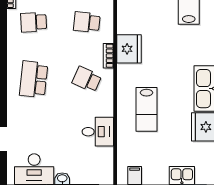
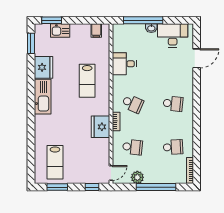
school desk: (34, 79) -> (173, 104), width x0.54
lab bench: (146, 109) -> (87, 81), turned 180

